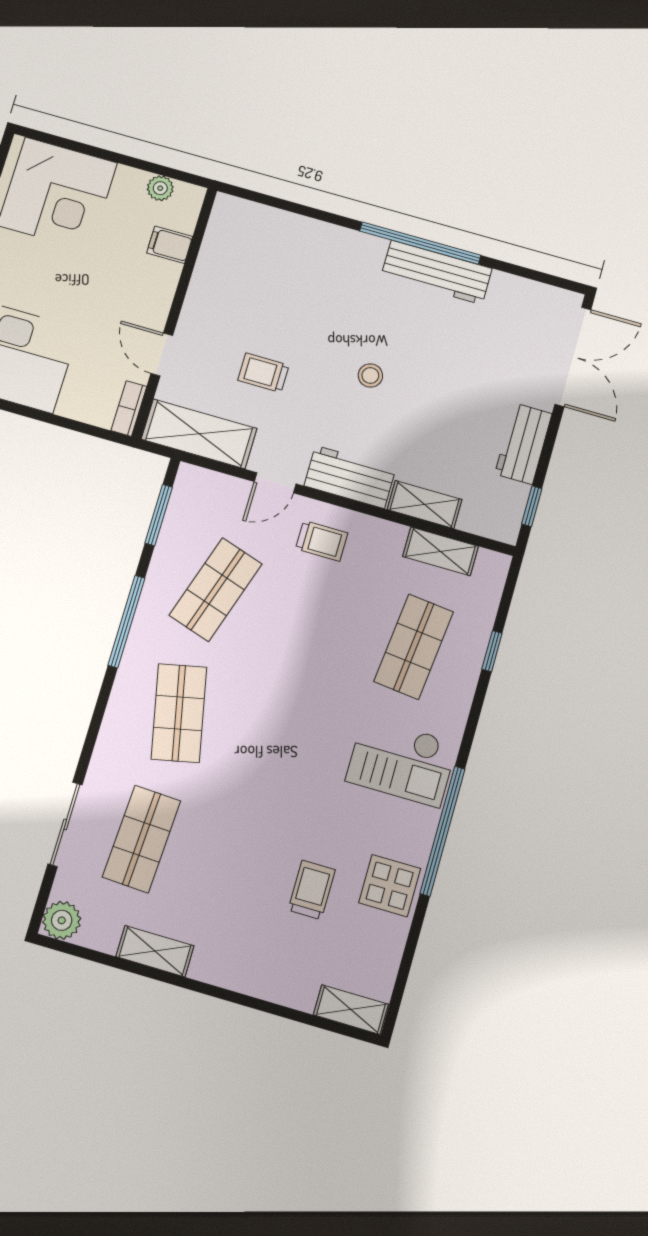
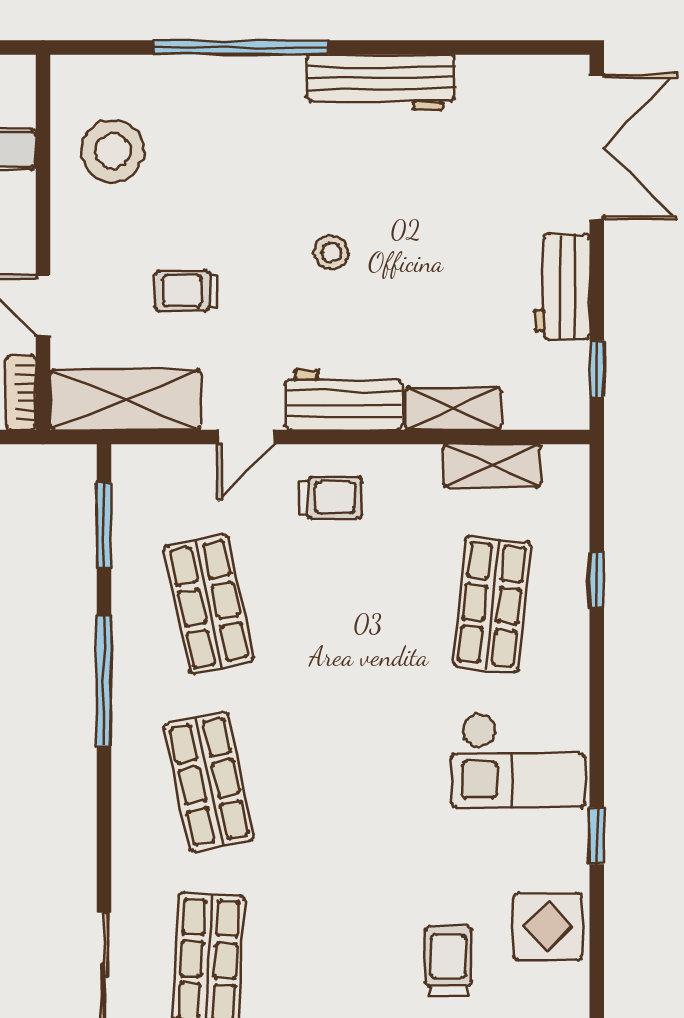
window: (420, 243) -> (241, 47), moved
stool: (240, 266) -> (113, 151), added
shop shelf: (216, 590) -> (209, 604), turned -30
window: (442, 831) -> (597, 836), width x0.32

